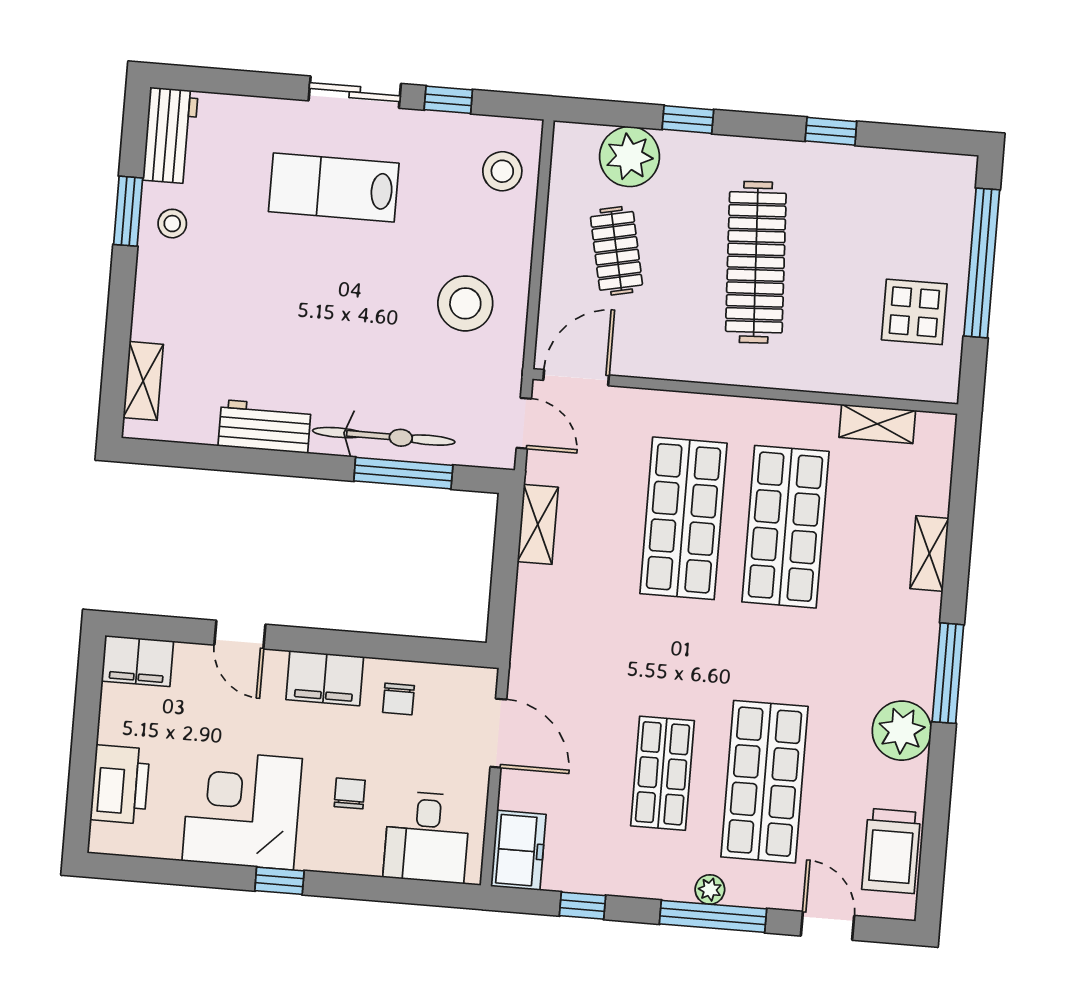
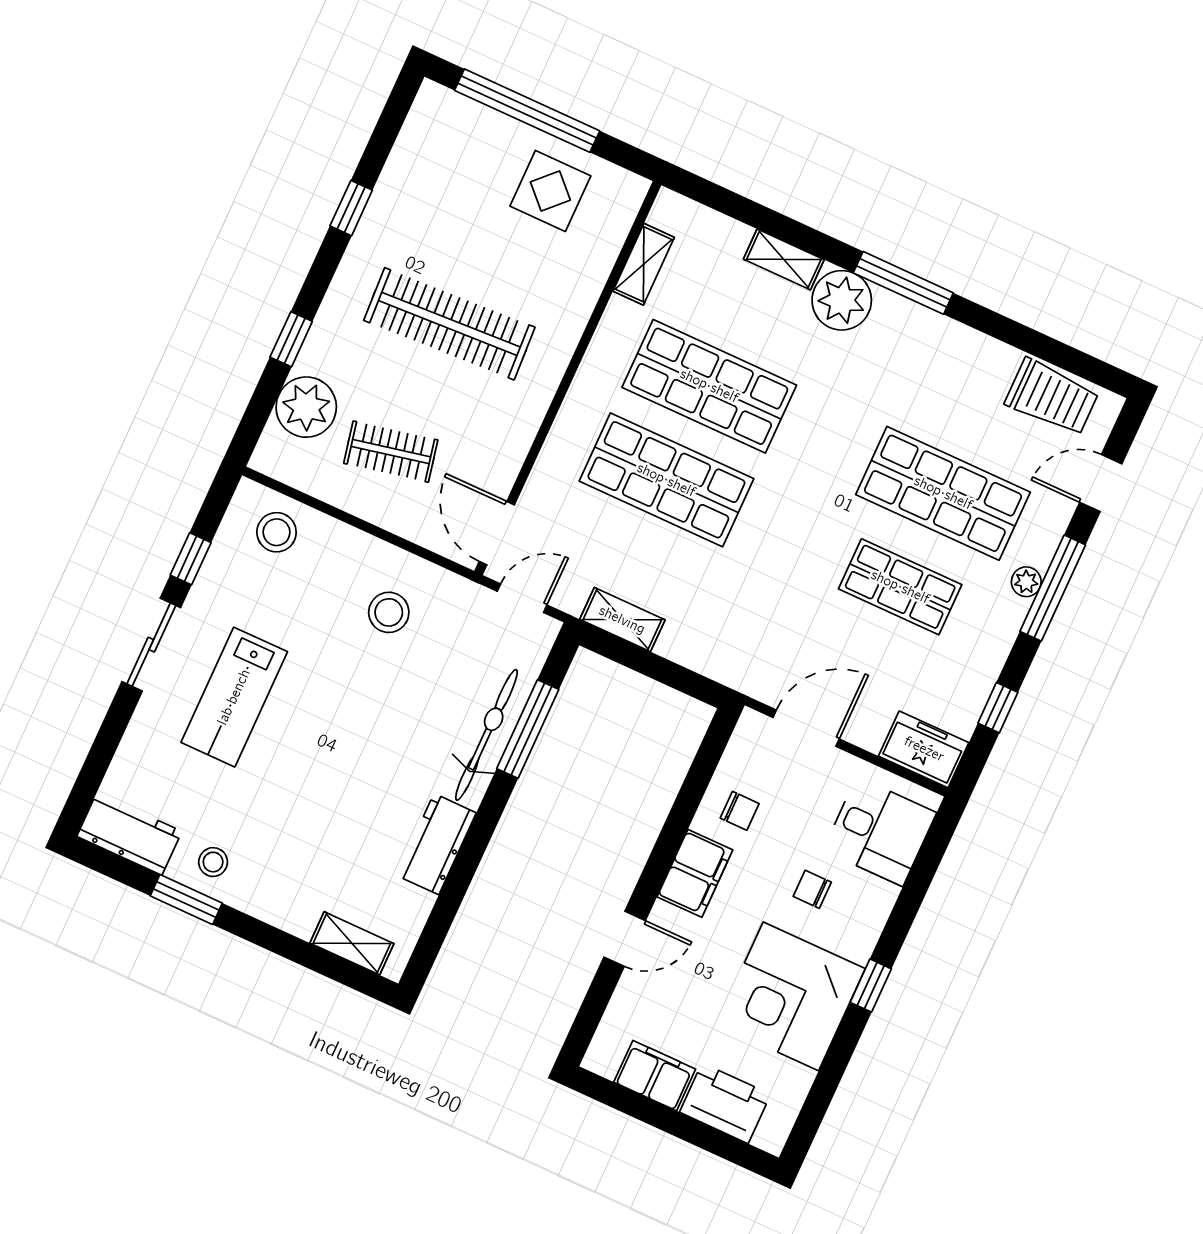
stool: (465, 303) -> (389, 612), width x0.73, depth x0.73
filing cabinet: (137, 661) -> (655, 1076), moved, turned -90
plant: (902, 731) -> (842, 300), moved

